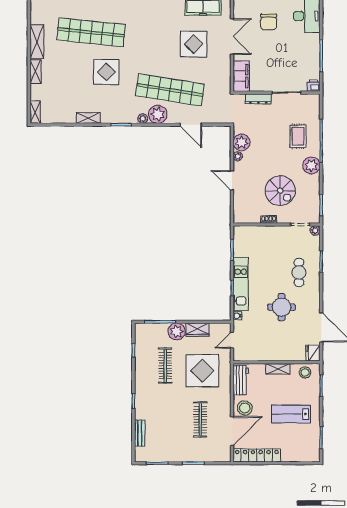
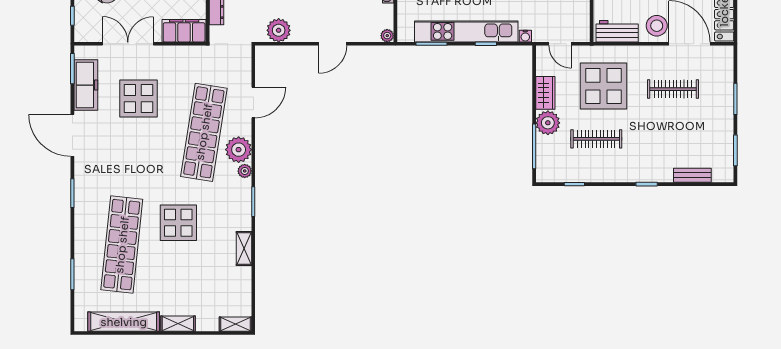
shelving: (37, 42) -> (124, 322), width x1.47
plant: (238, 156) -> (387, 36), moved
kitchen unit: (241, 284) -> (466, 31), width x1.36

